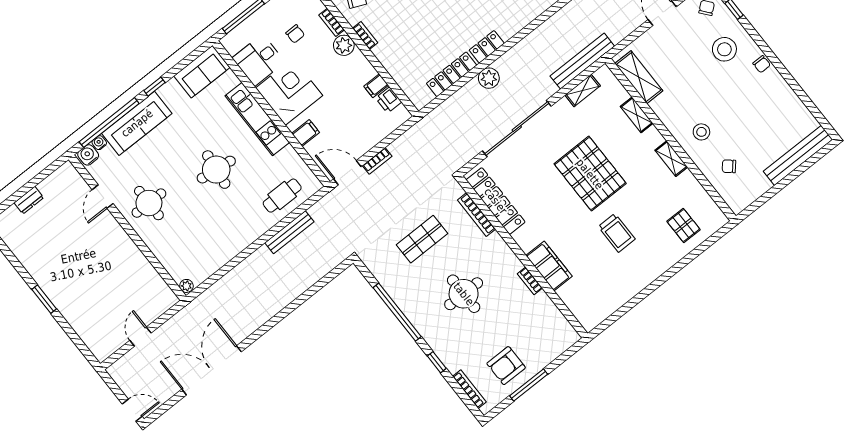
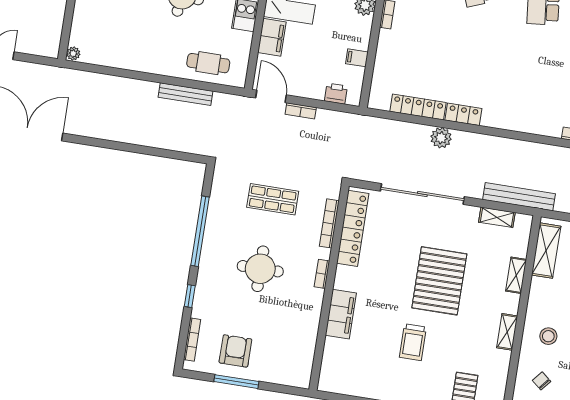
printer: (389, 100) -> (336, 94), moved, turned 90
filing cabinet: (306, 133) -> (272, 37), width x2.00
bookcase: (530, 281) -> (322, 274), moved
armchair: (506, 366) -> (235, 351), turned 90

